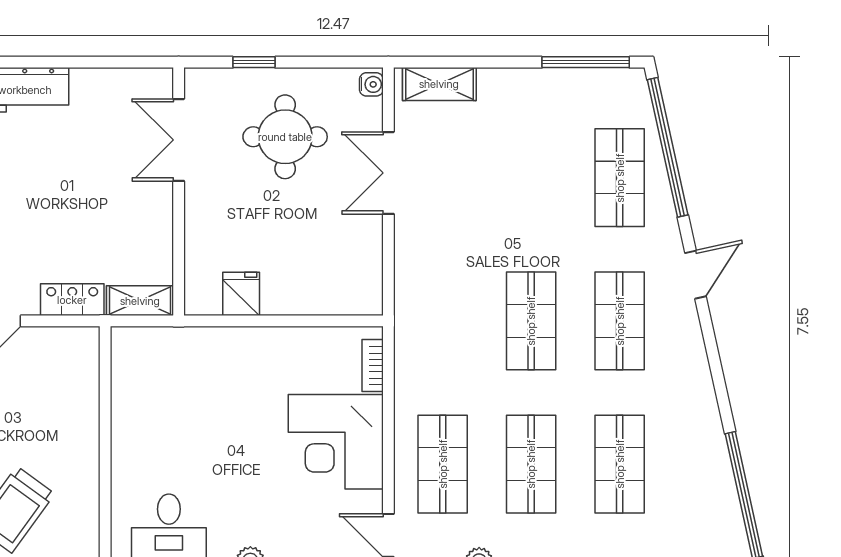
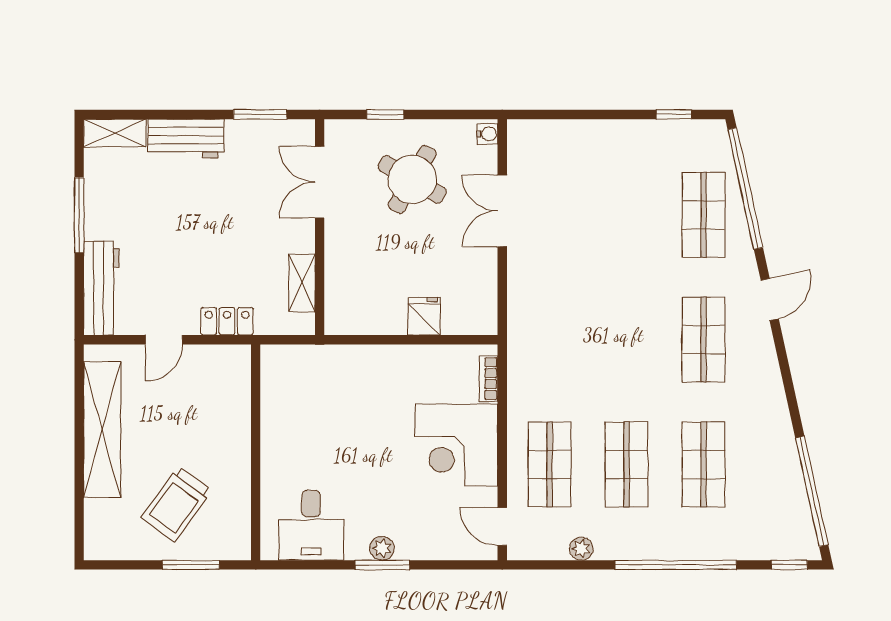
window: (110, 62) -> (260, 114), added
window: (586, 62) -> (674, 114), width x0.46
shelving: (439, 84) -> (547, 133), removed
round table: (285, 137) -> (412, 179), turned 30
fridge: (241, 294) -> (424, 316), moved
shelving: (140, 301) -> (302, 283), moved, turned 90
shop shelf: (531, 321) -> (627, 340), removed

